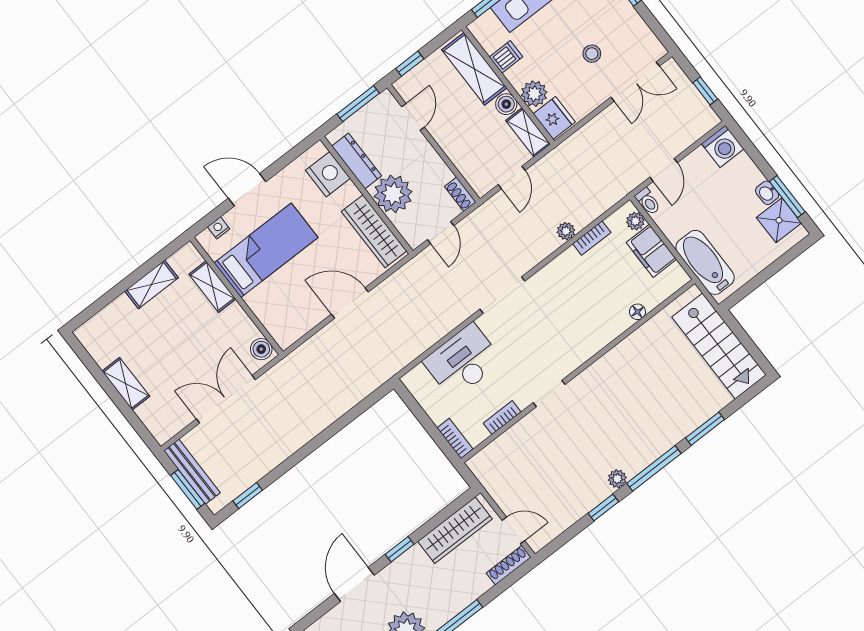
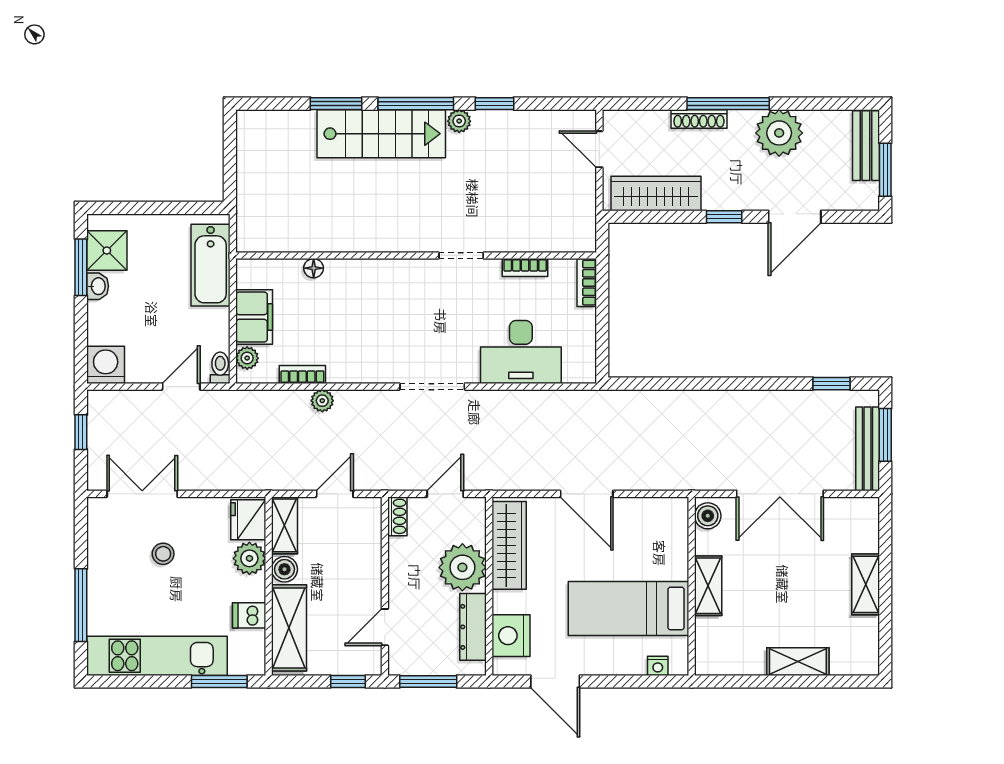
door: (247, 190) -> (555, 681), moved
shelving: (151, 284) -> (798, 662), moved
shelving: (212, 287) -> (708, 586), moved
stairs: (719, 346) -> (381, 134), moved, turned 90
shoe rack: (509, 565) -> (699, 119), moved

